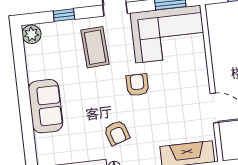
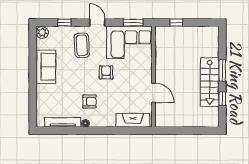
sofa: (46, 106) -> (46, 67), moved
armchair: (117, 133) -> (90, 102), turned -72

